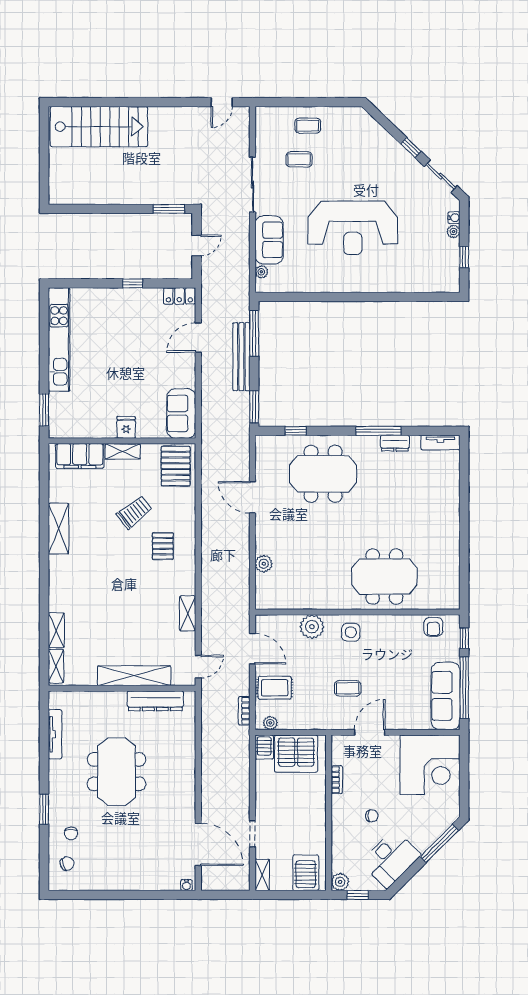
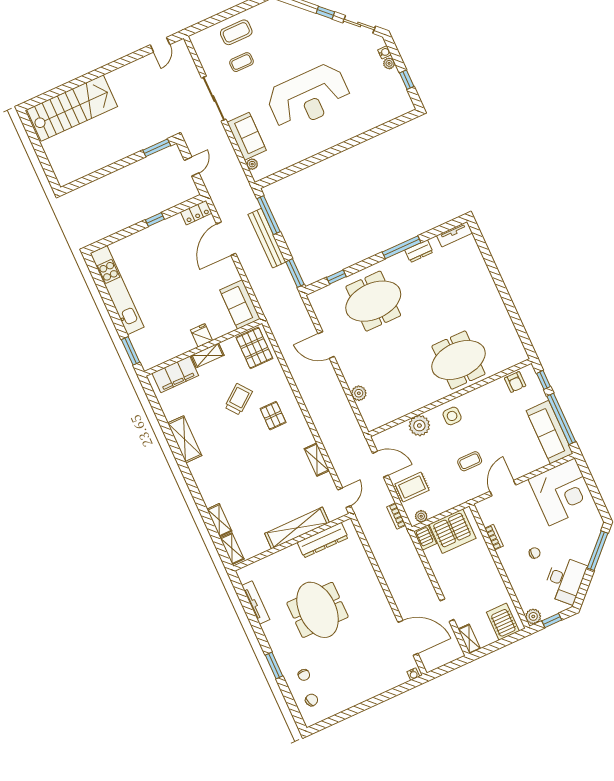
coffee table: (308, 126) -> (236, 32), width x1.36, depth x1.30
door: (198, 338) -> (226, 239), width x1.36

